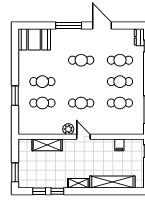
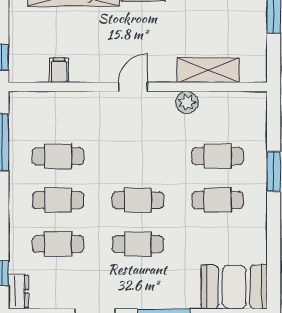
cafe table: (81, 103) -> (138, 200), moved
plant: (68, 129) -> (187, 102), moved
door: (83, 137) -> (133, 87), swing flipped

